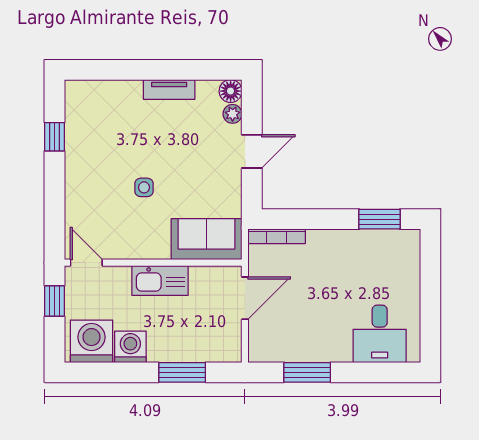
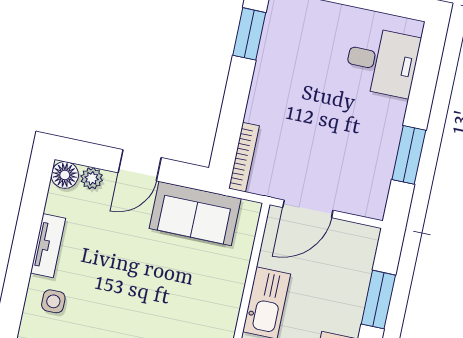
door: (252, 151) -> (140, 165), swing flipped
side table: (144, 187) -> (53, 301), moved
sofa: (207, 239) -> (195, 213), moved, turned -90
door: (245, 298) -> (308, 209), swing flipped

